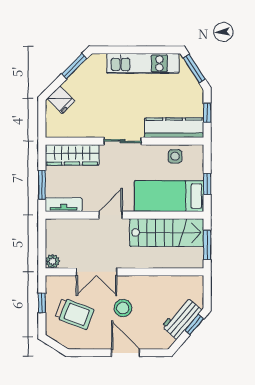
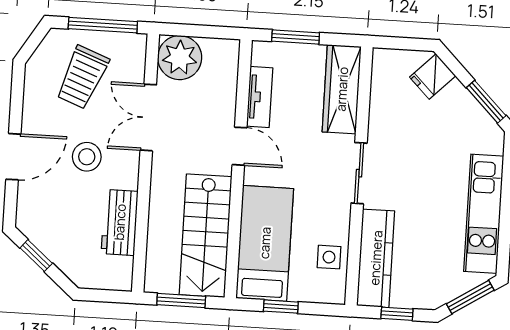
tv unit: (64, 205) -> (260, 97), moved
plant: (53, 261) -> (180, 58), width x1.88, depth x1.88
window: (42, 303) -> (103, 25), width x2.17
workbench: (182, 318) -> (120, 222), moved, turned -131
window: (194, 325) -> (36, 256), moved

